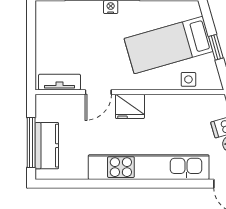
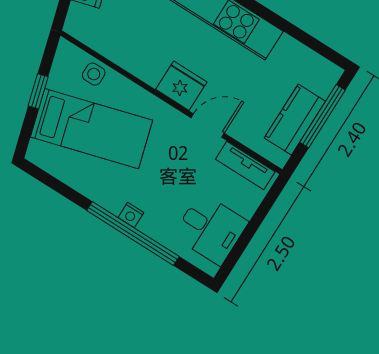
desk: (56, 30) -> (210, 229), added
kitchen counter: (47, 146) -> (295, 120), moved

